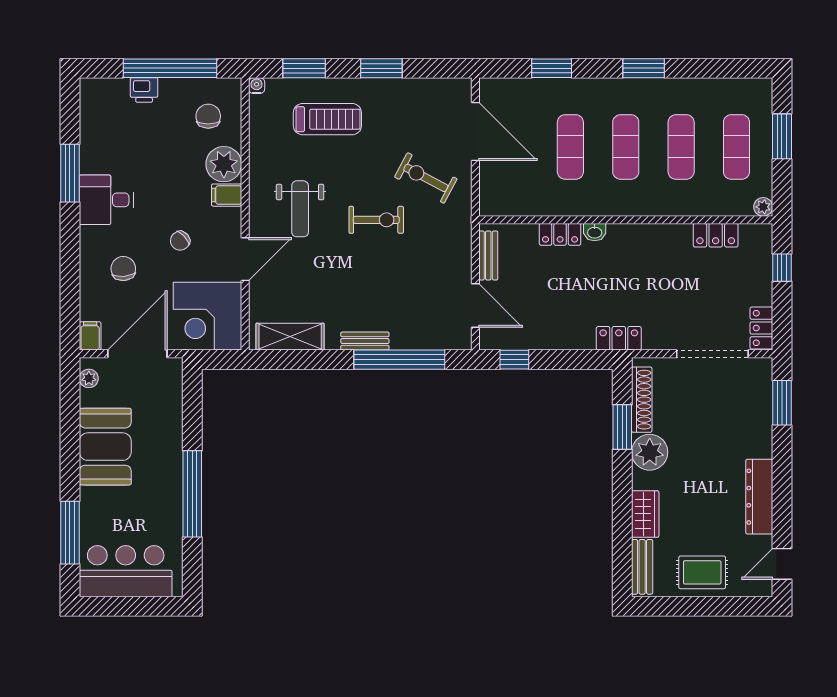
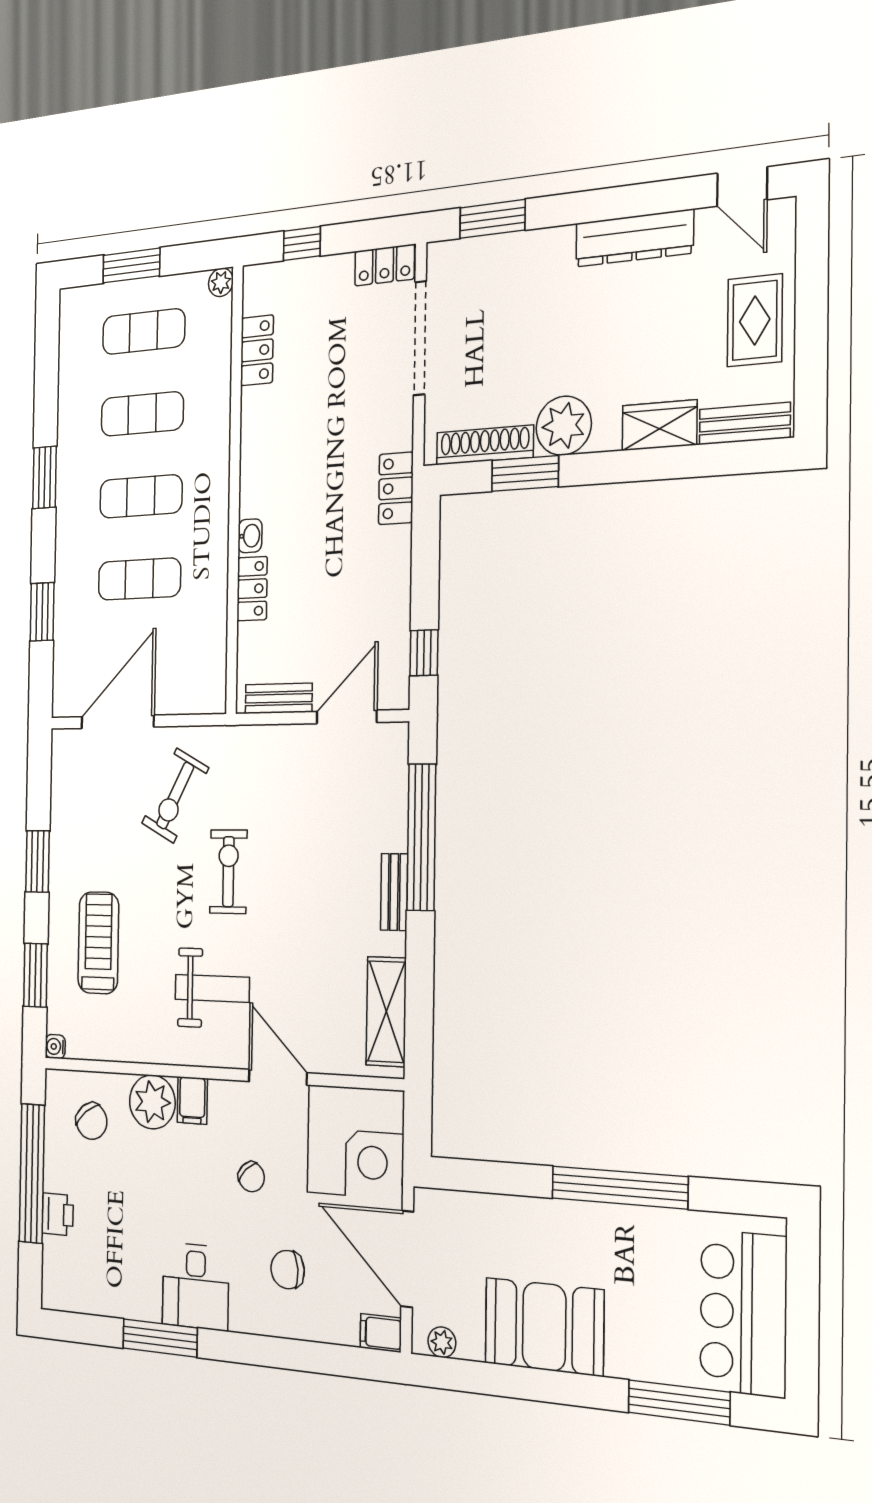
chair: (208, 116) -> (92, 1121), turned -128

